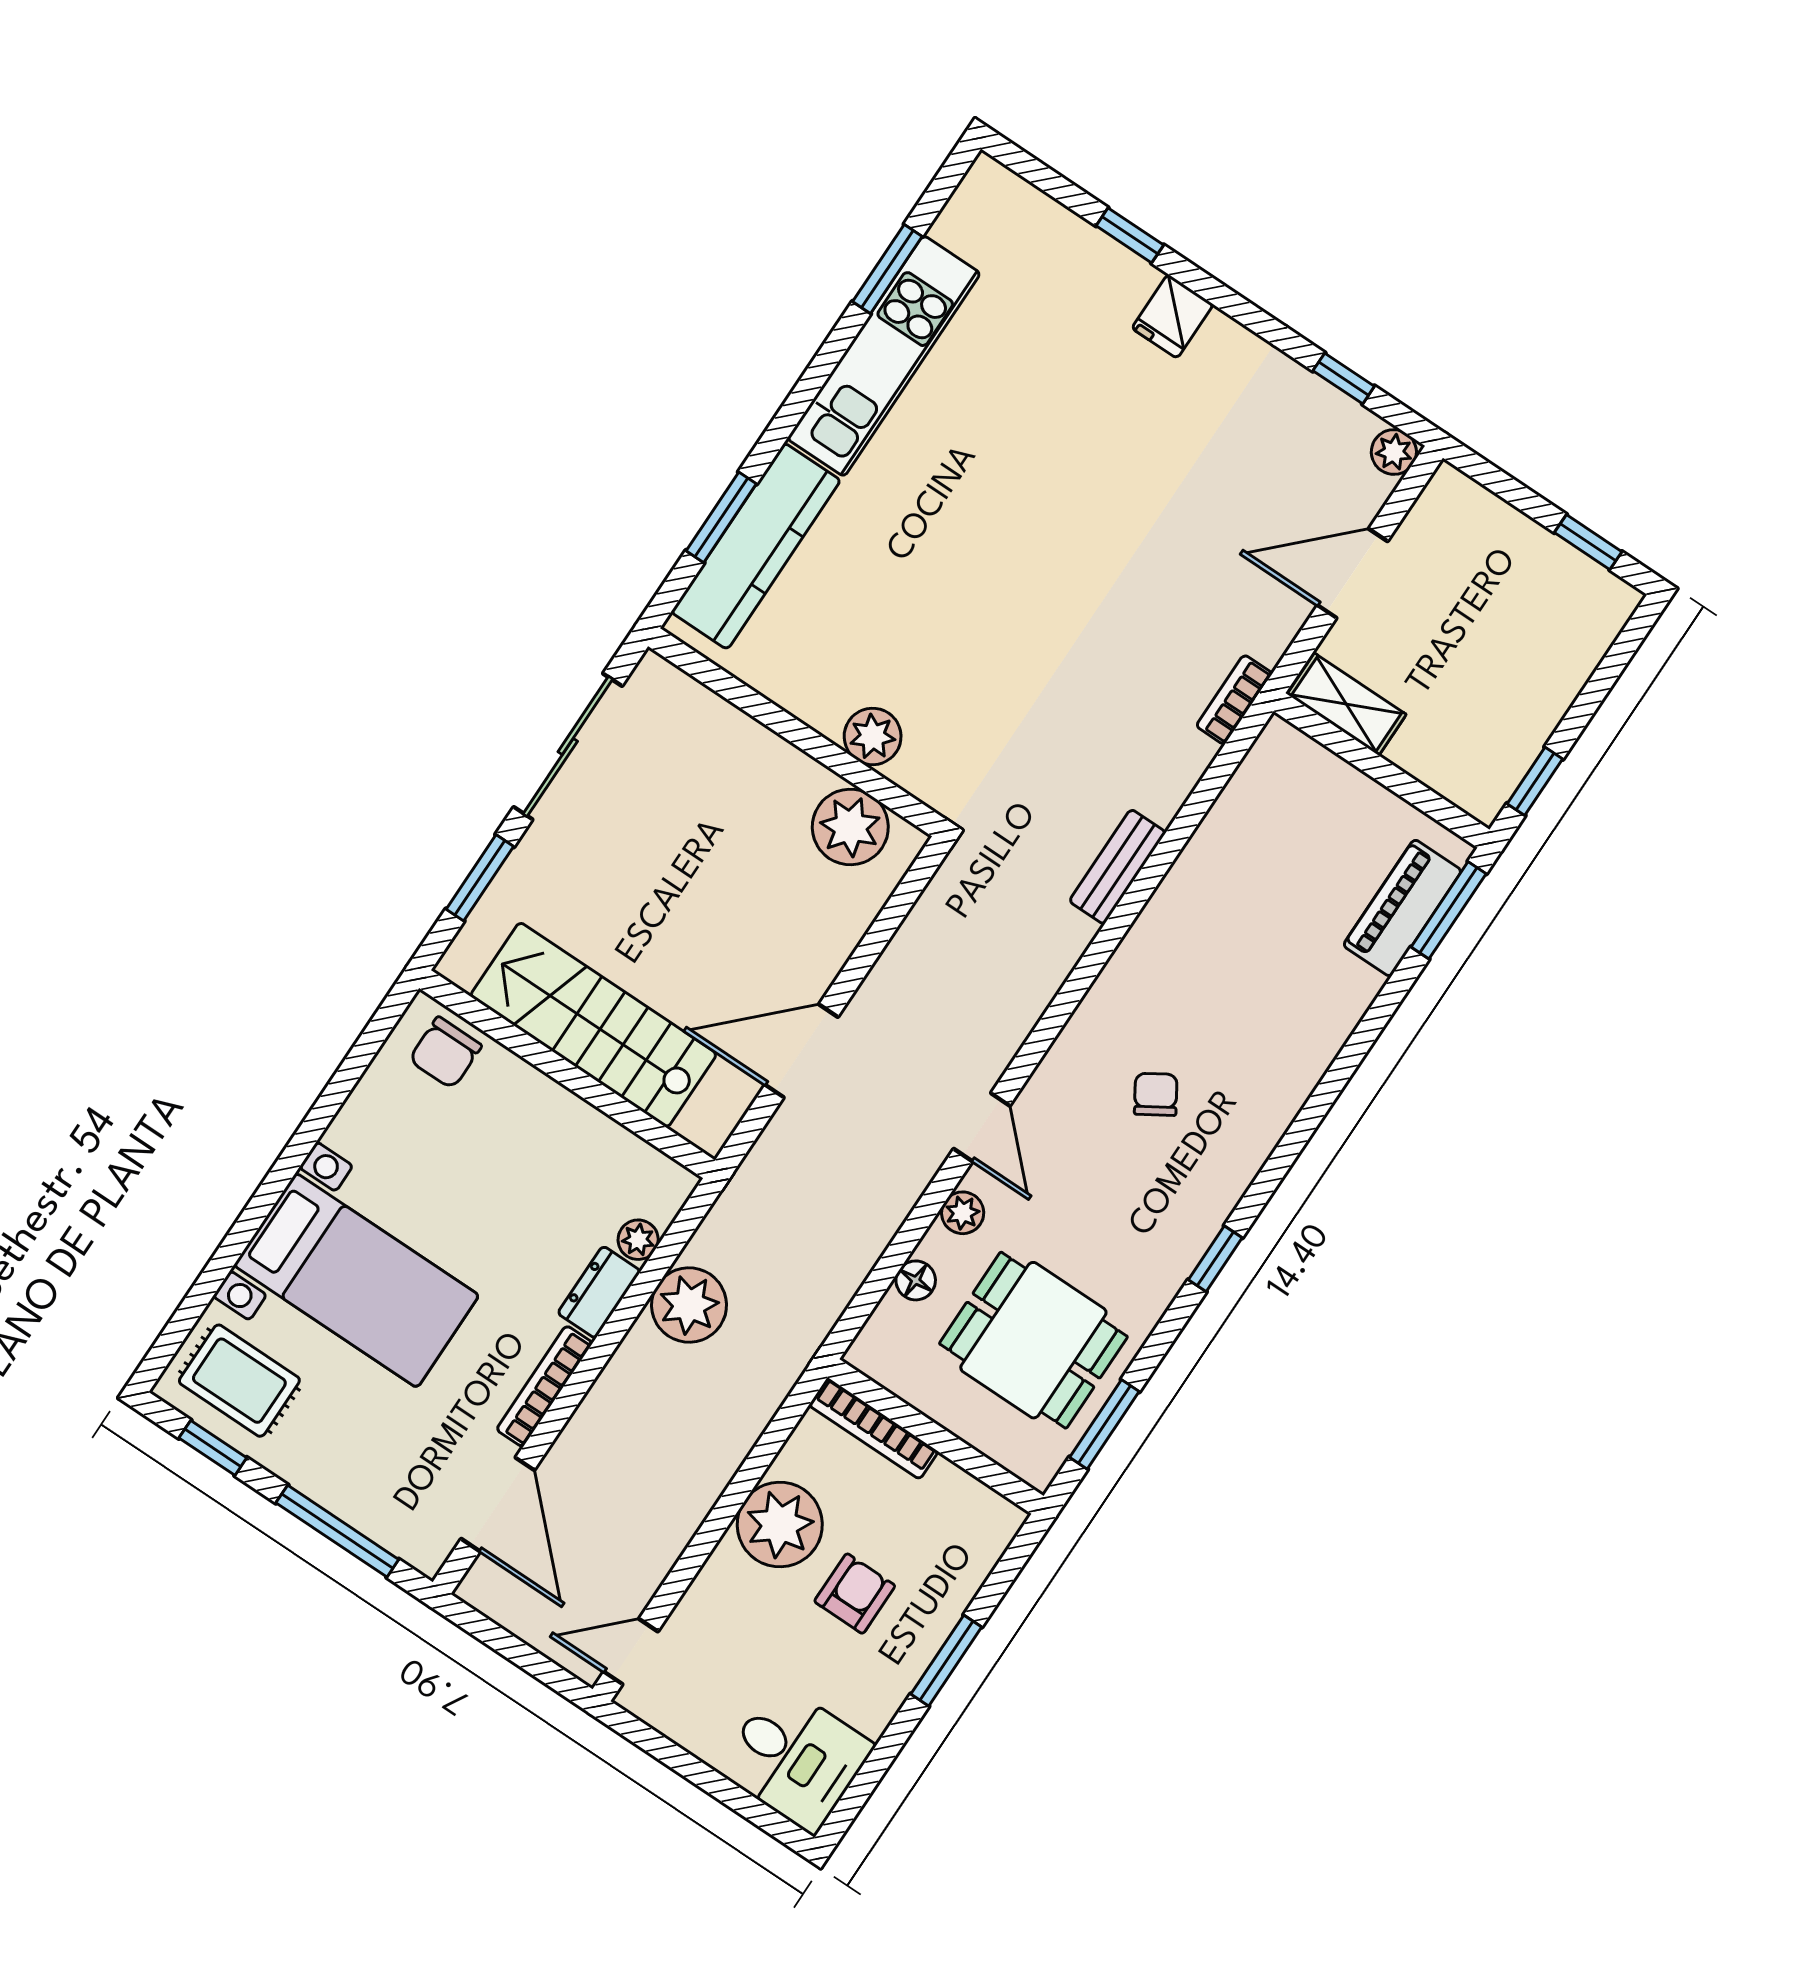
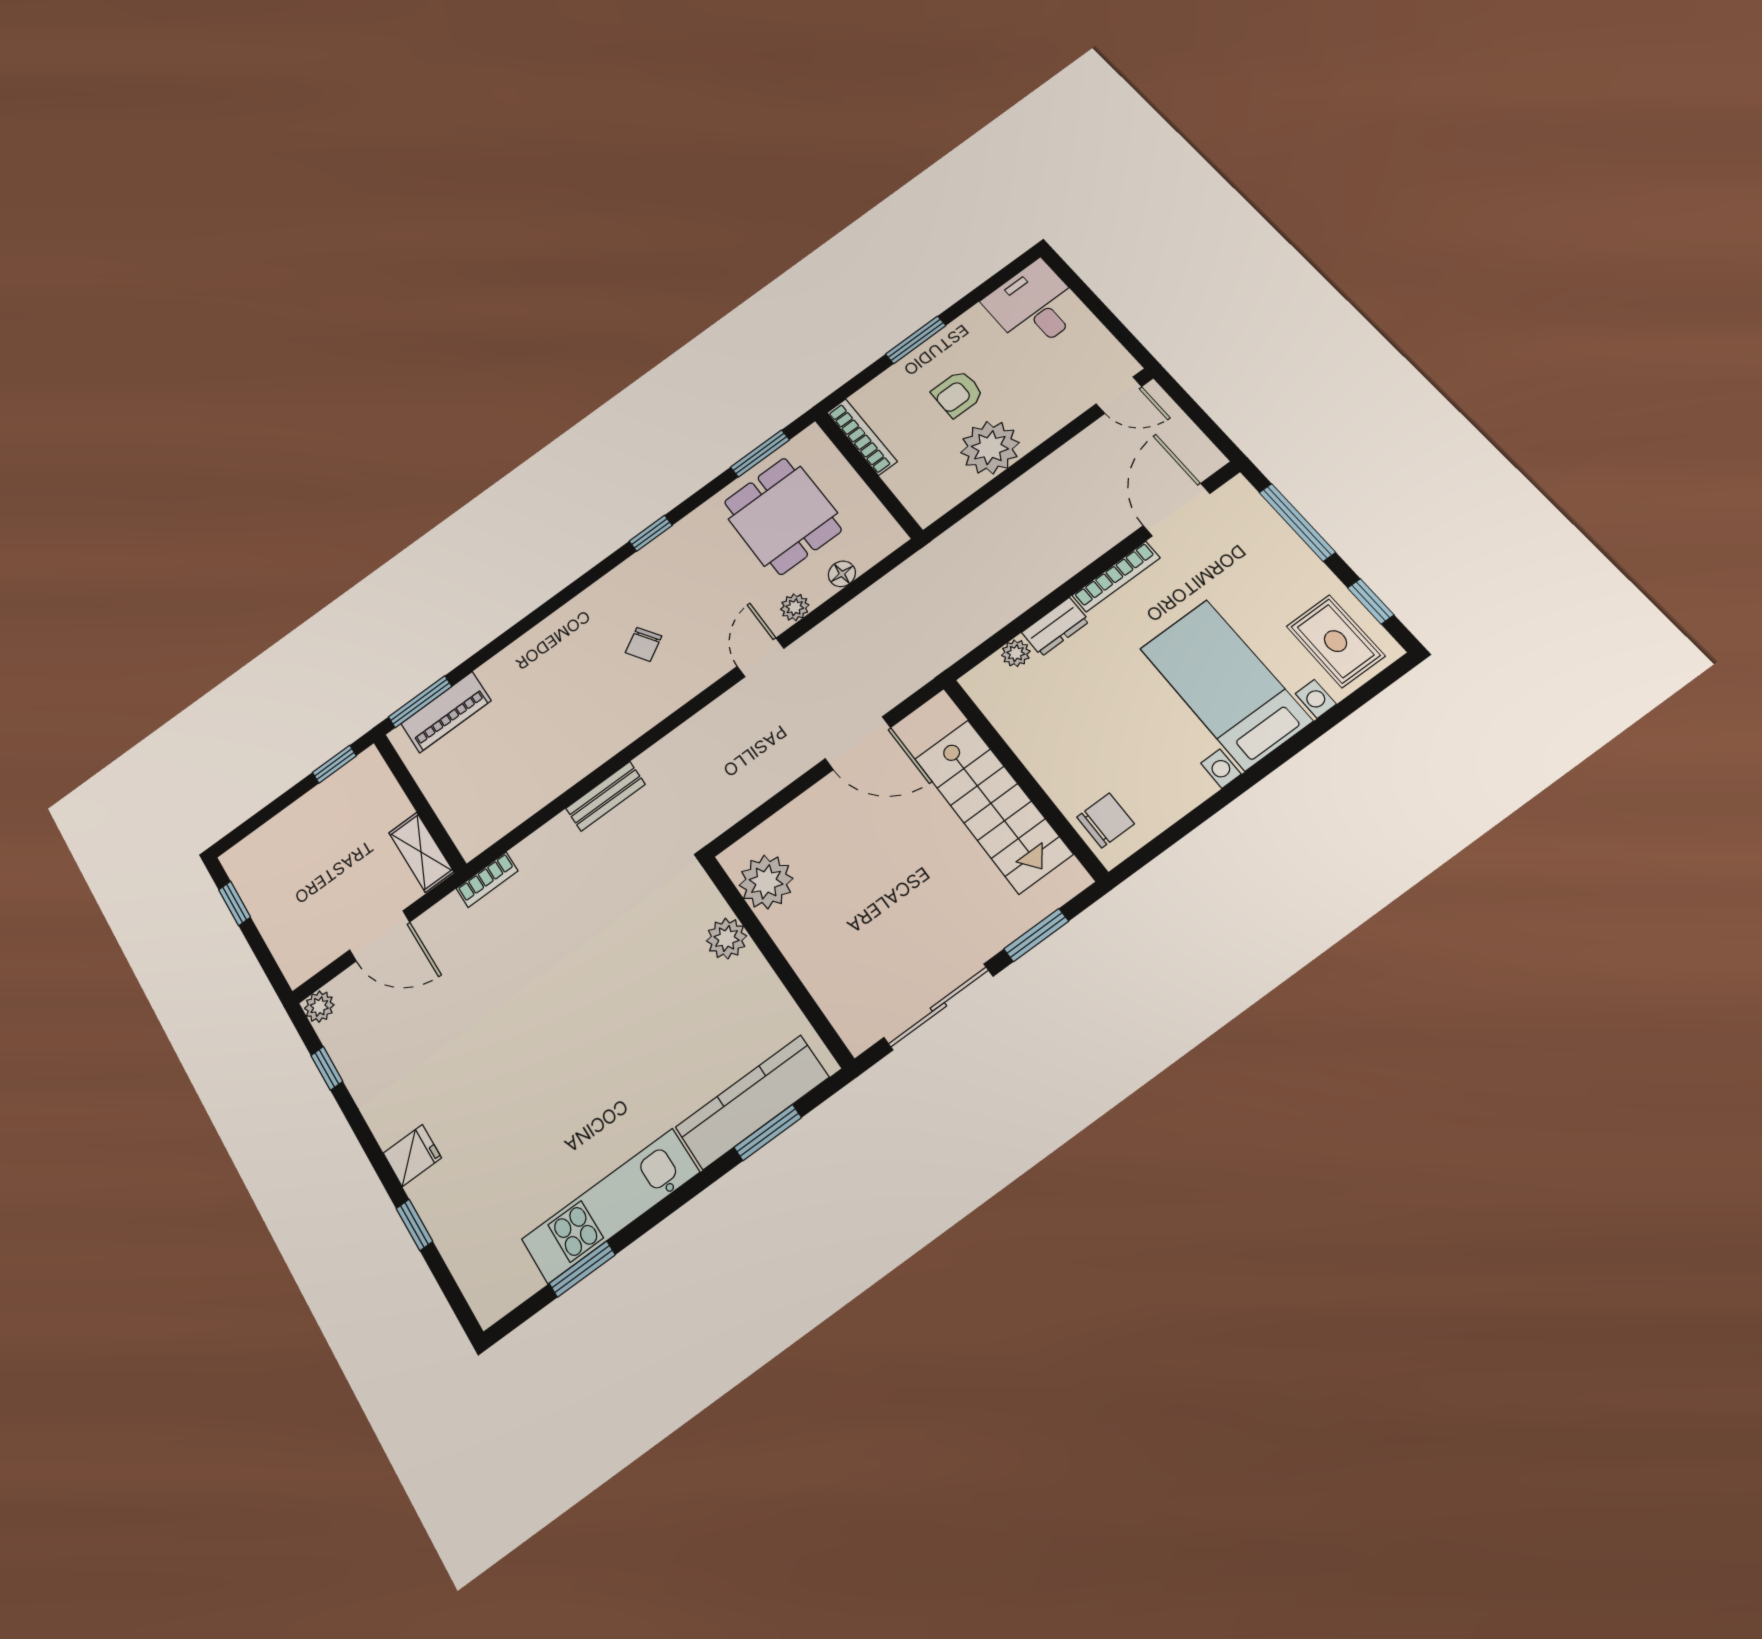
plant: (689, 1305) -> (997, 601), removed
bookcase: (874, 1428) -> (862, 437), moved

